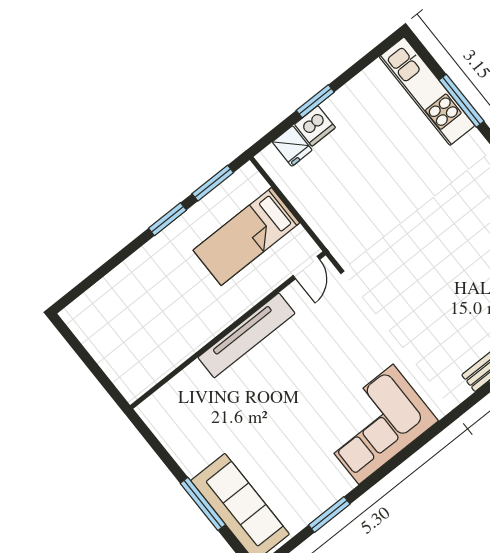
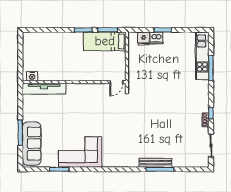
bed: (246, 237) -> (105, 41), moved
tv unit: (246, 335) -> (44, 89), moved
nightstand: (141, 381) -> (32, 76), added
corner sofa: (376, 424) -> (80, 152), moved

